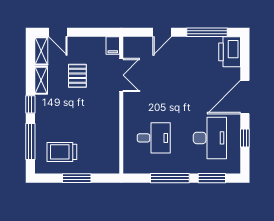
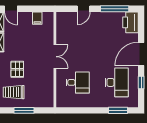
filing cabinet: (113, 46) -> (37, 18), moved
double door: (121, 75) -> (55, 57), moved
pallet: (77, 76) -> (17, 69), moved
window: (170, 178) -> (89, 110), removed

